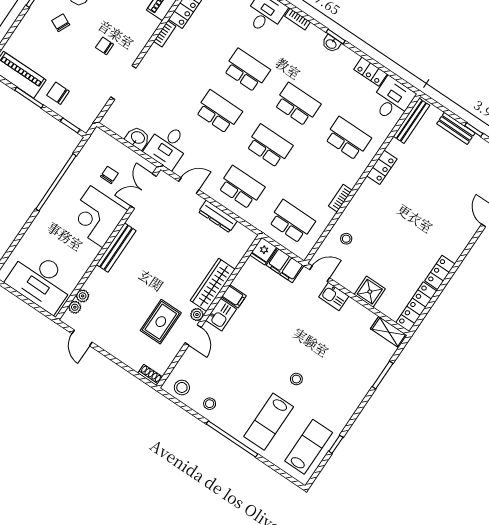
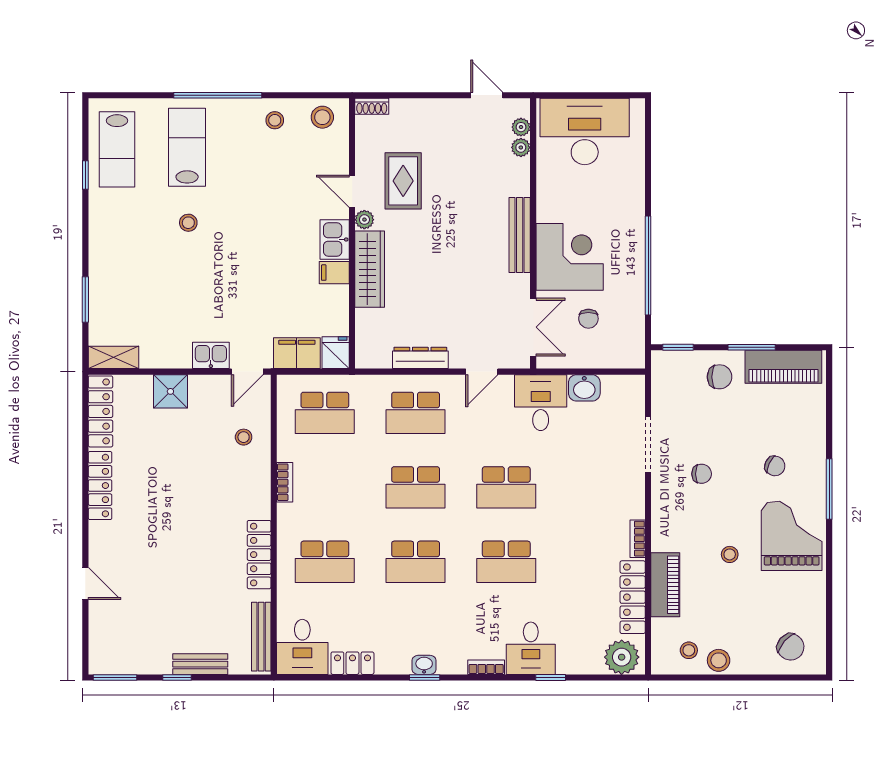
locker: (382, 167) -> (259, 555), width x1.53
locker: (440, 272) -> (100, 486), width x1.53

